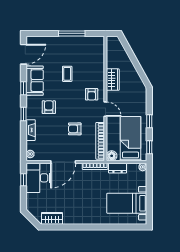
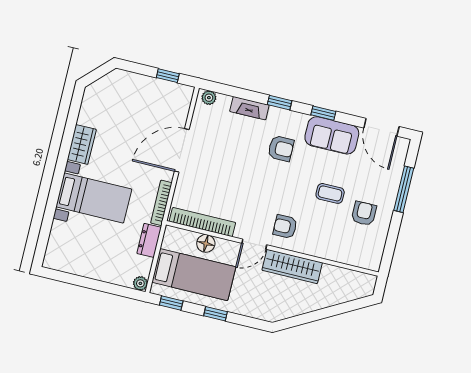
window: (72, 33) -> (404, 189), moved
wardrobe: (113, 80) -> (292, 266), width x1.50
armchair: (75, 129) -> (364, 214), moved
floor lamp: (112, 156) -> (206, 243), moved
door: (63, 162) -> (182, 150), hinge flipped
desk: (38, 178) -> (165, 101), removed
bed with nightstands: (127, 203) -> (94, 198), moved, turned 90
wardrobe: (52, 218) -> (82, 144), moved

